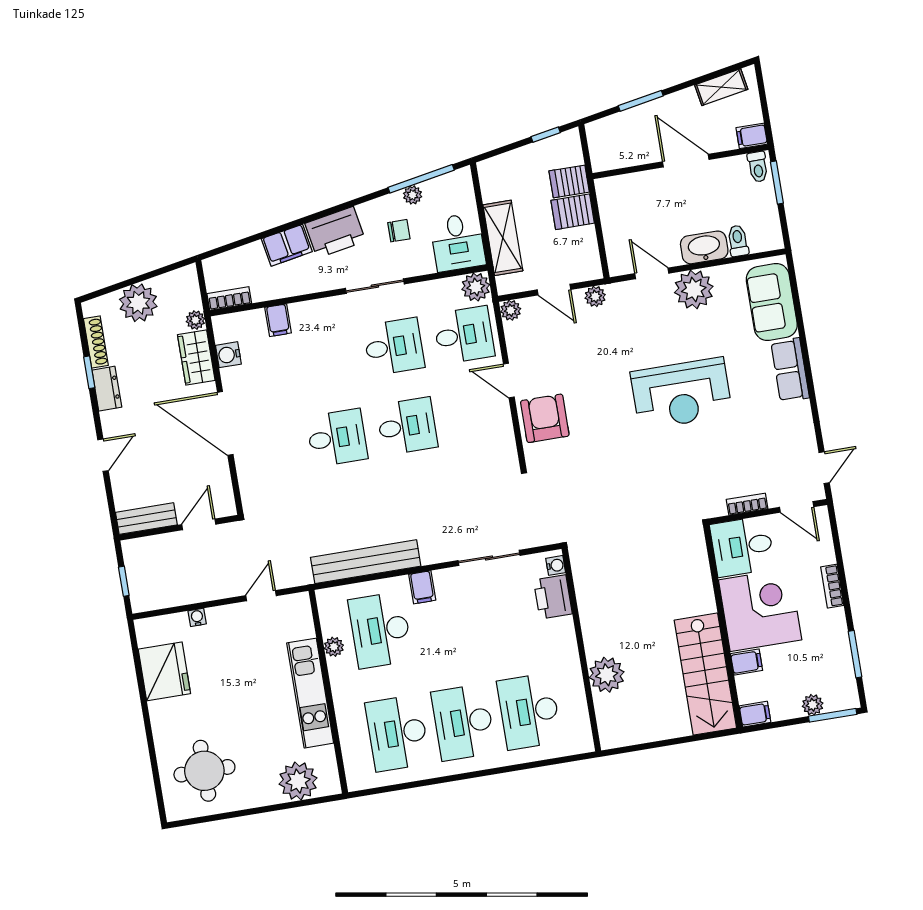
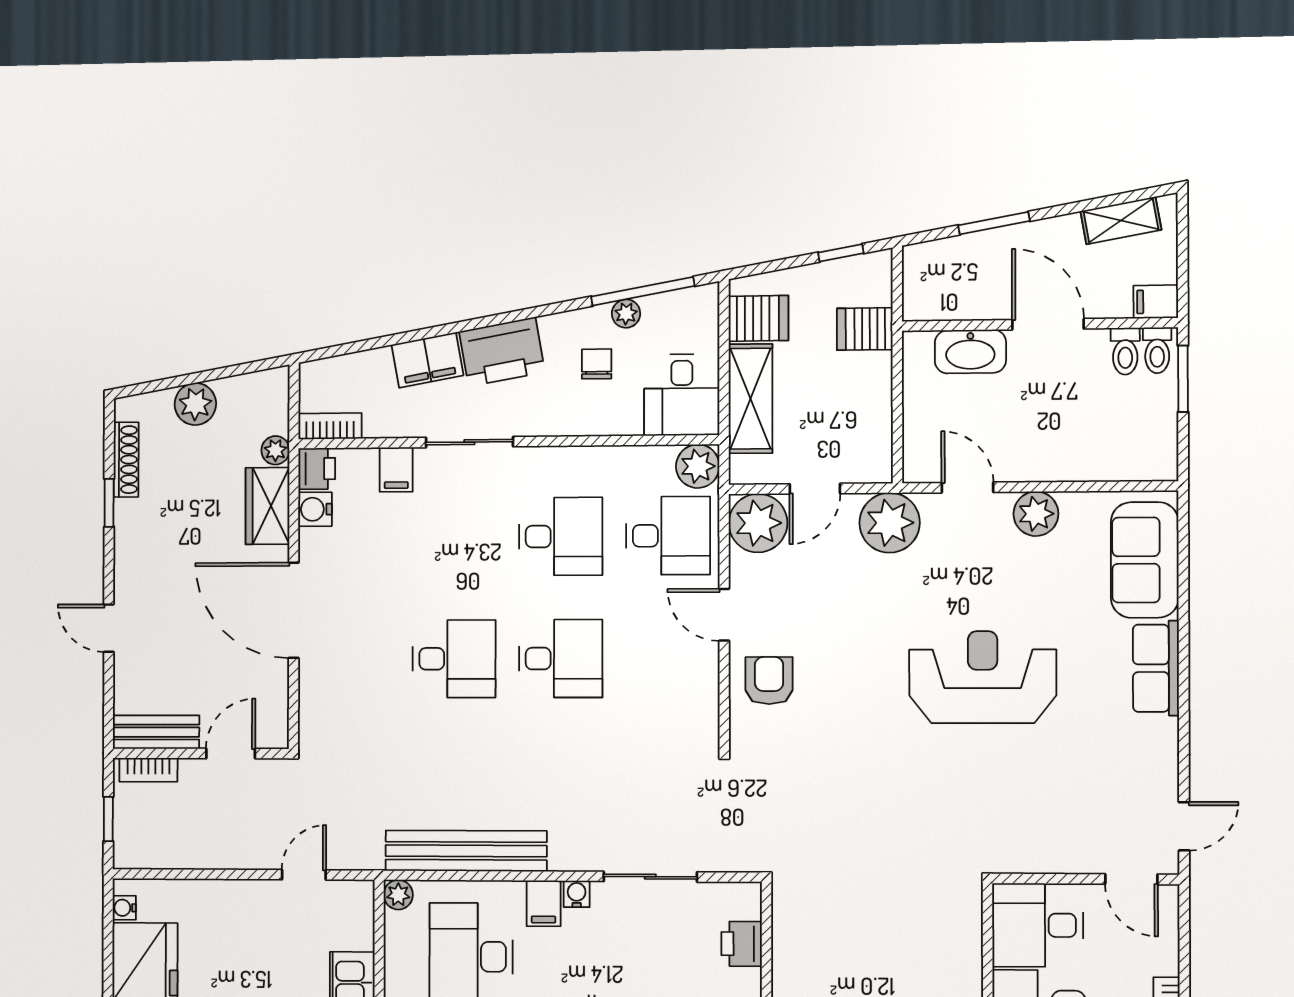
server rack: (573, 212) -> (759, 318), moved, turned 180
chair: (399, 231) -> (597, 364), turned -90
toilet: (738, 241) -> (1125, 351), moved, turned 180
washbasin: (704, 247) -> (970, 352), moved, turned 180
sliding door: (375, 286) -> (469, 442), moved
plant: (694, 289) -> (1036, 514), width x0.73, depth x0.73
door: (554, 290) -> (815, 489), hinge flipped
plant: (595, 296) -> (890, 523), width x1.88, depth x1.88
plant: (138, 303) -> (195, 404), width x0.73, depth x0.73
plant: (511, 310) -> (758, 523), width x1.87, depth x1.87
printer: (225, 328) -> (317, 469), added
dresser: (107, 389) -> (130, 531), removed
reception desk: (681, 394) -> (983, 677), turned 180
armchair: (545, 418) -> (769, 681), width x0.72, depth x0.72
door: (103, 455) -> (109, 628), swing flipped
bookcase: (747, 504) -> (148, 770), moved, turned 180
water cooler: (556, 565) -> (577, 894), moved, turned -90
printer: (553, 597) -> (742, 944), width x0.73, depth x0.81
water cooler: (197, 617) -> (124, 908), moved, turned -90
plant: (334, 647) -> (398, 895), moved

